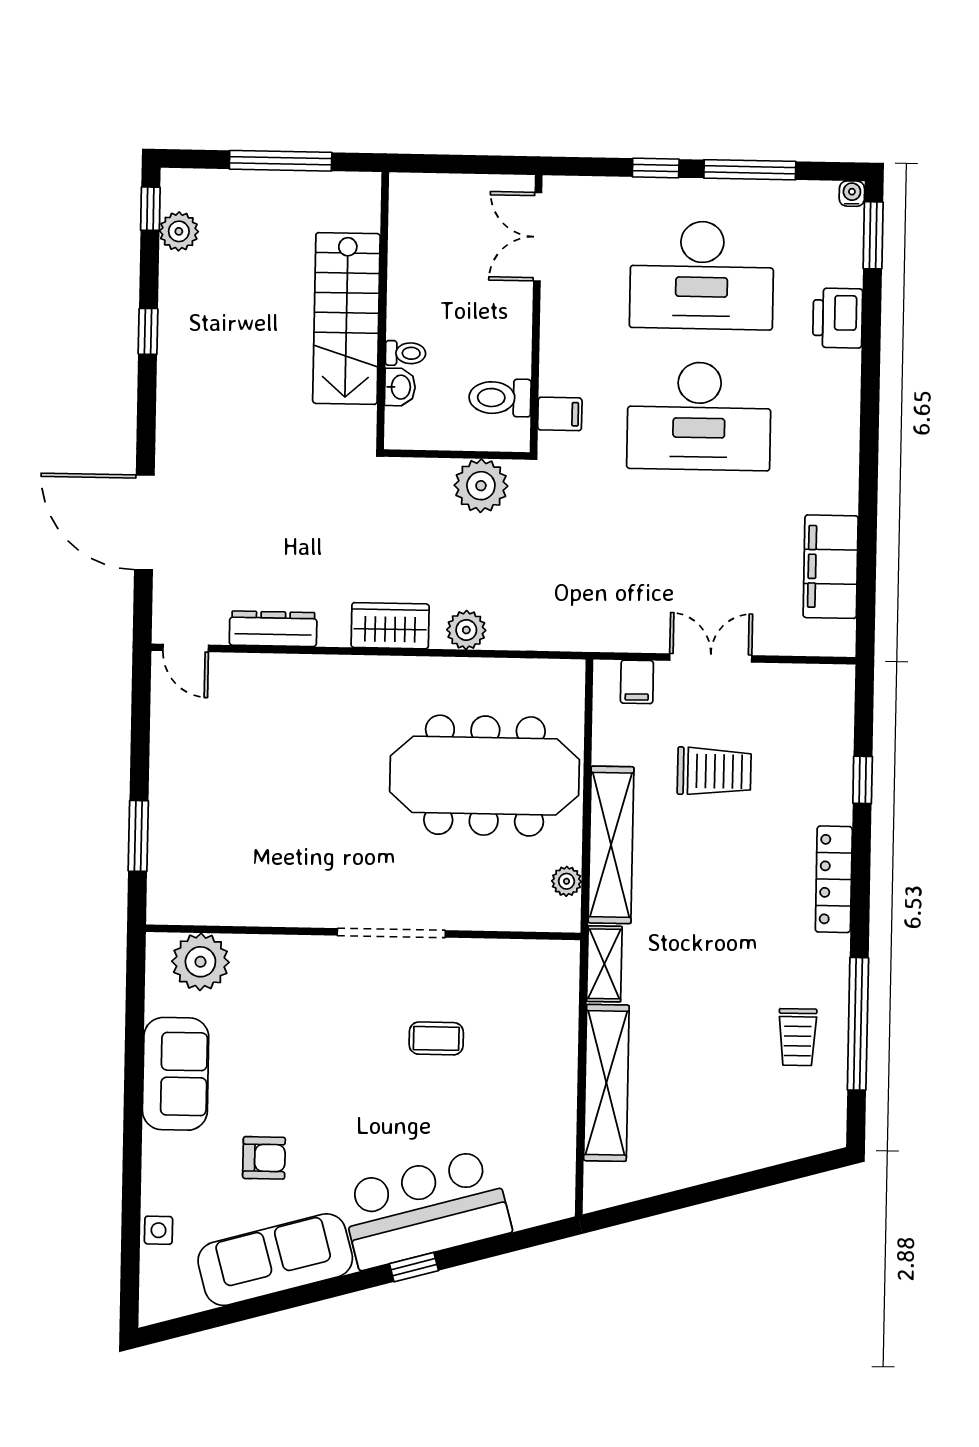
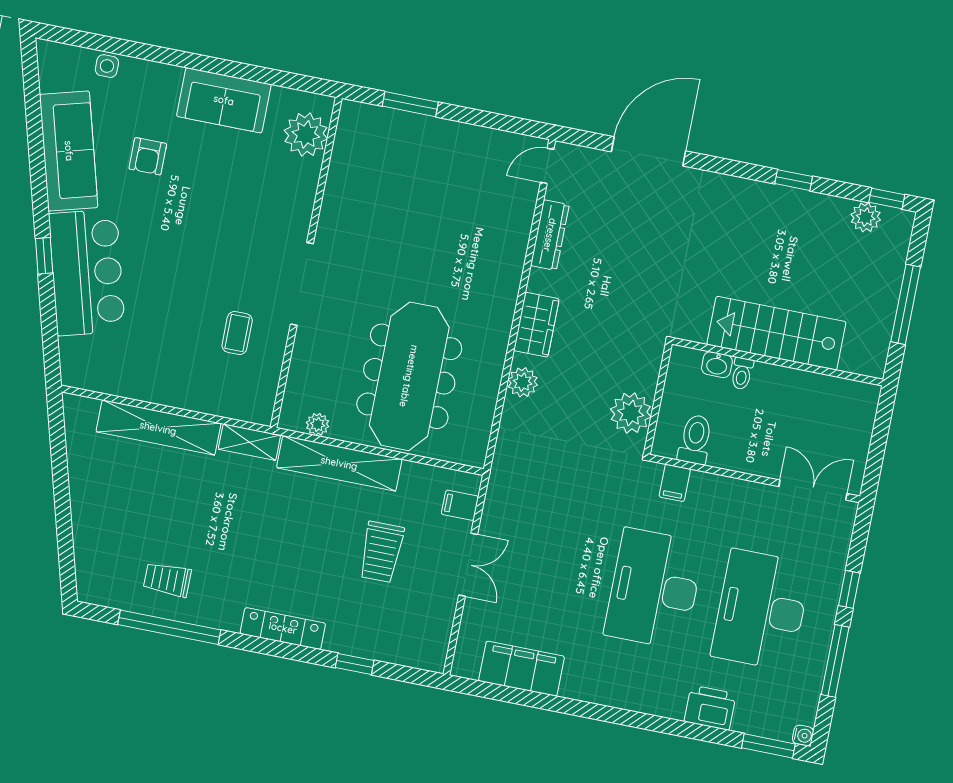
coffee table: (436, 1038) -> (237, 333), moved

